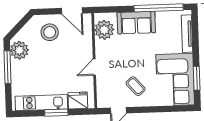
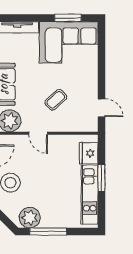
door: (94, 67) -> (38, 133), moved
coffee table: (136, 86) -> (56, 100), moved

